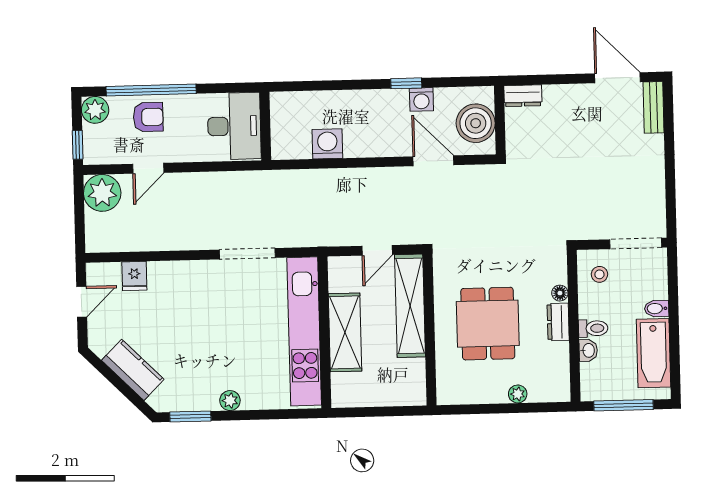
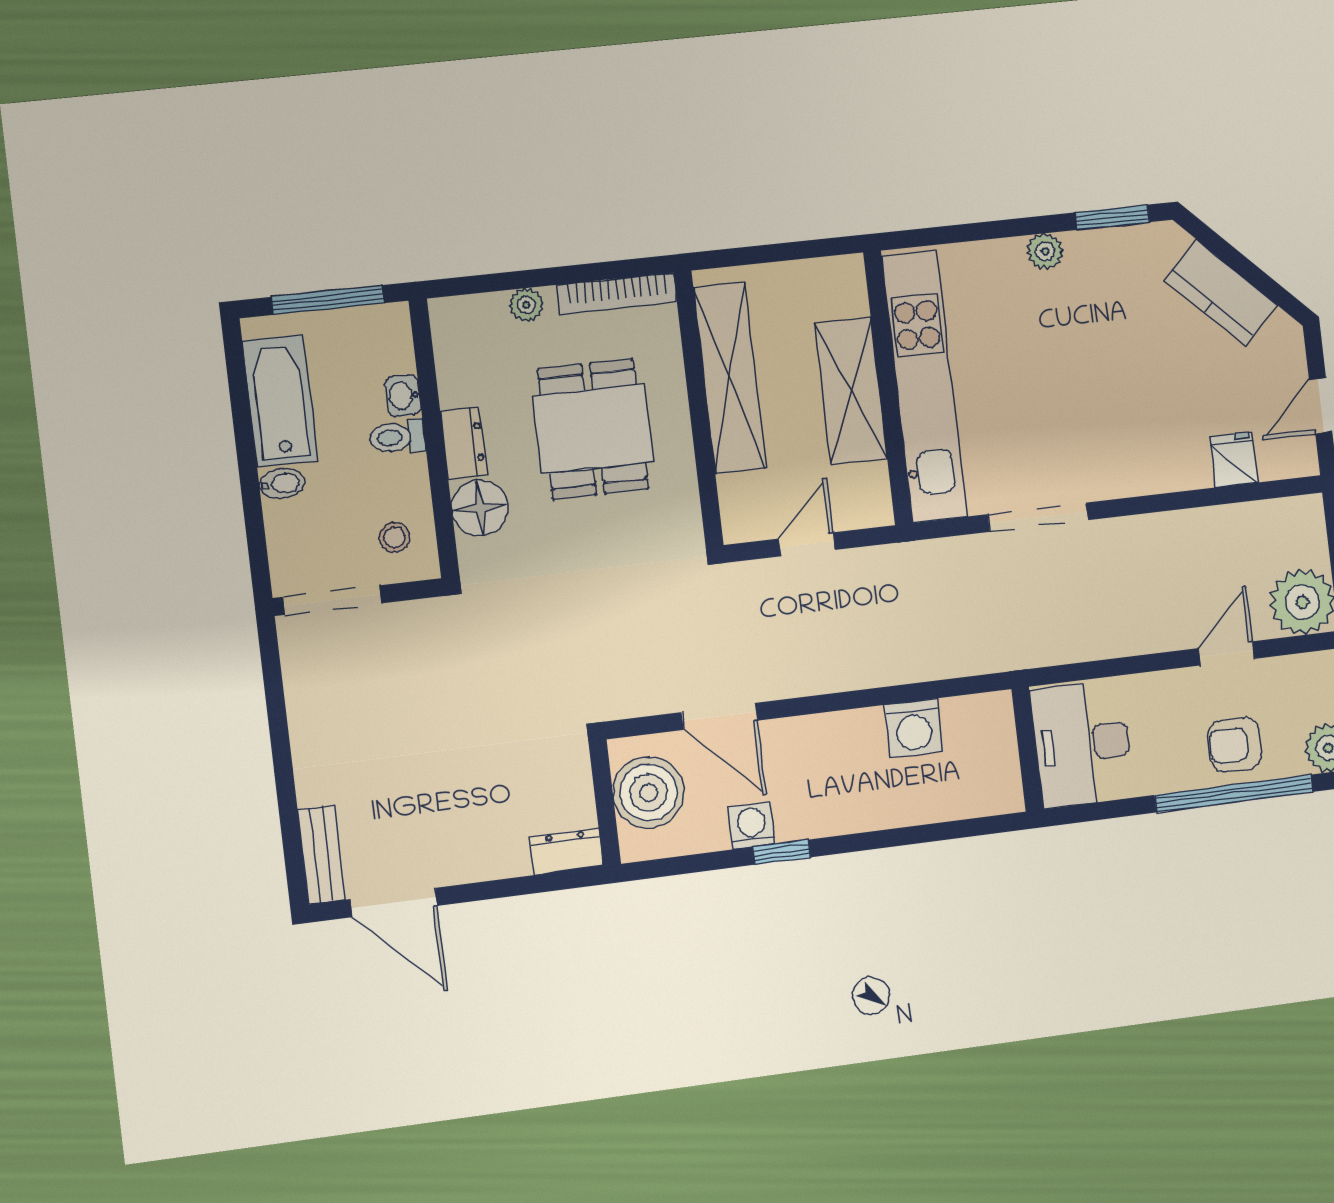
floor lamp: (560, 293) -> (480, 508), width x1.89, depth x1.89
shelving: (410, 306) -> (730, 378), moved
bookcase: (468, 396) -> (617, 293), added

